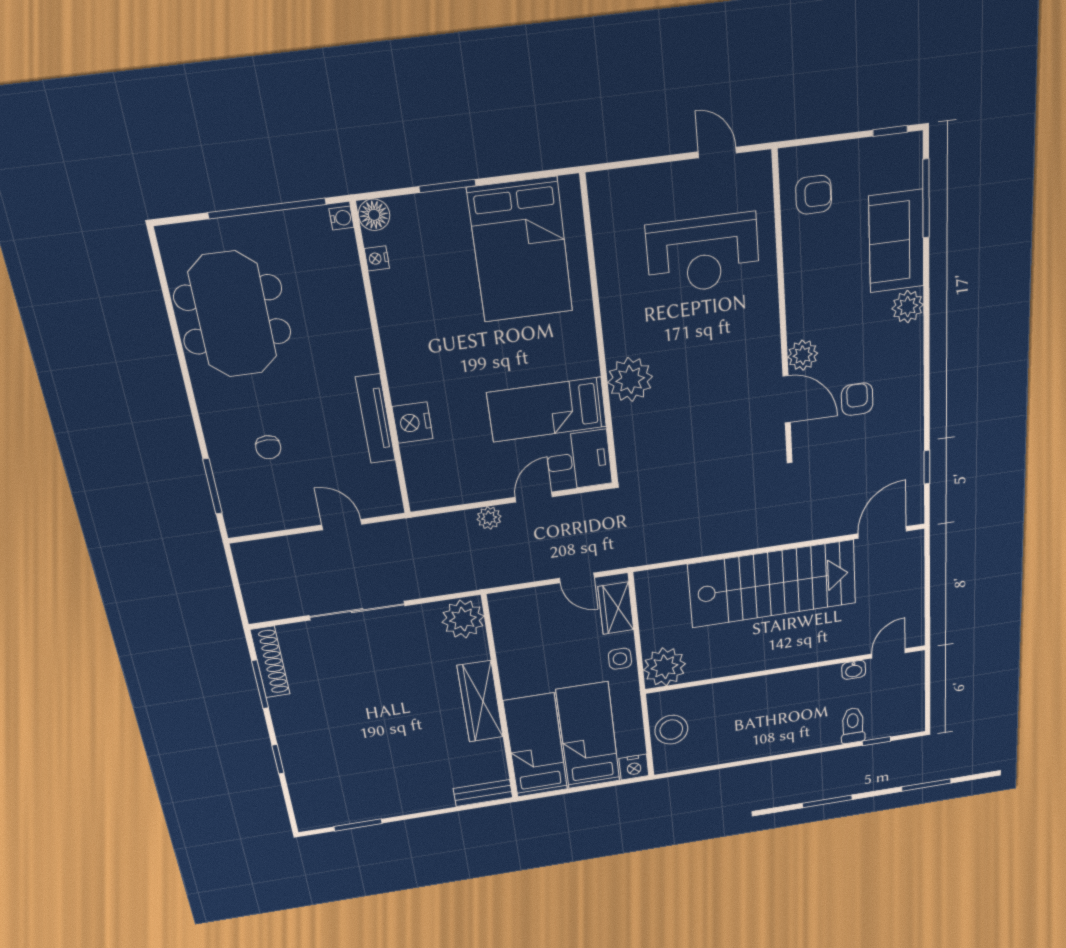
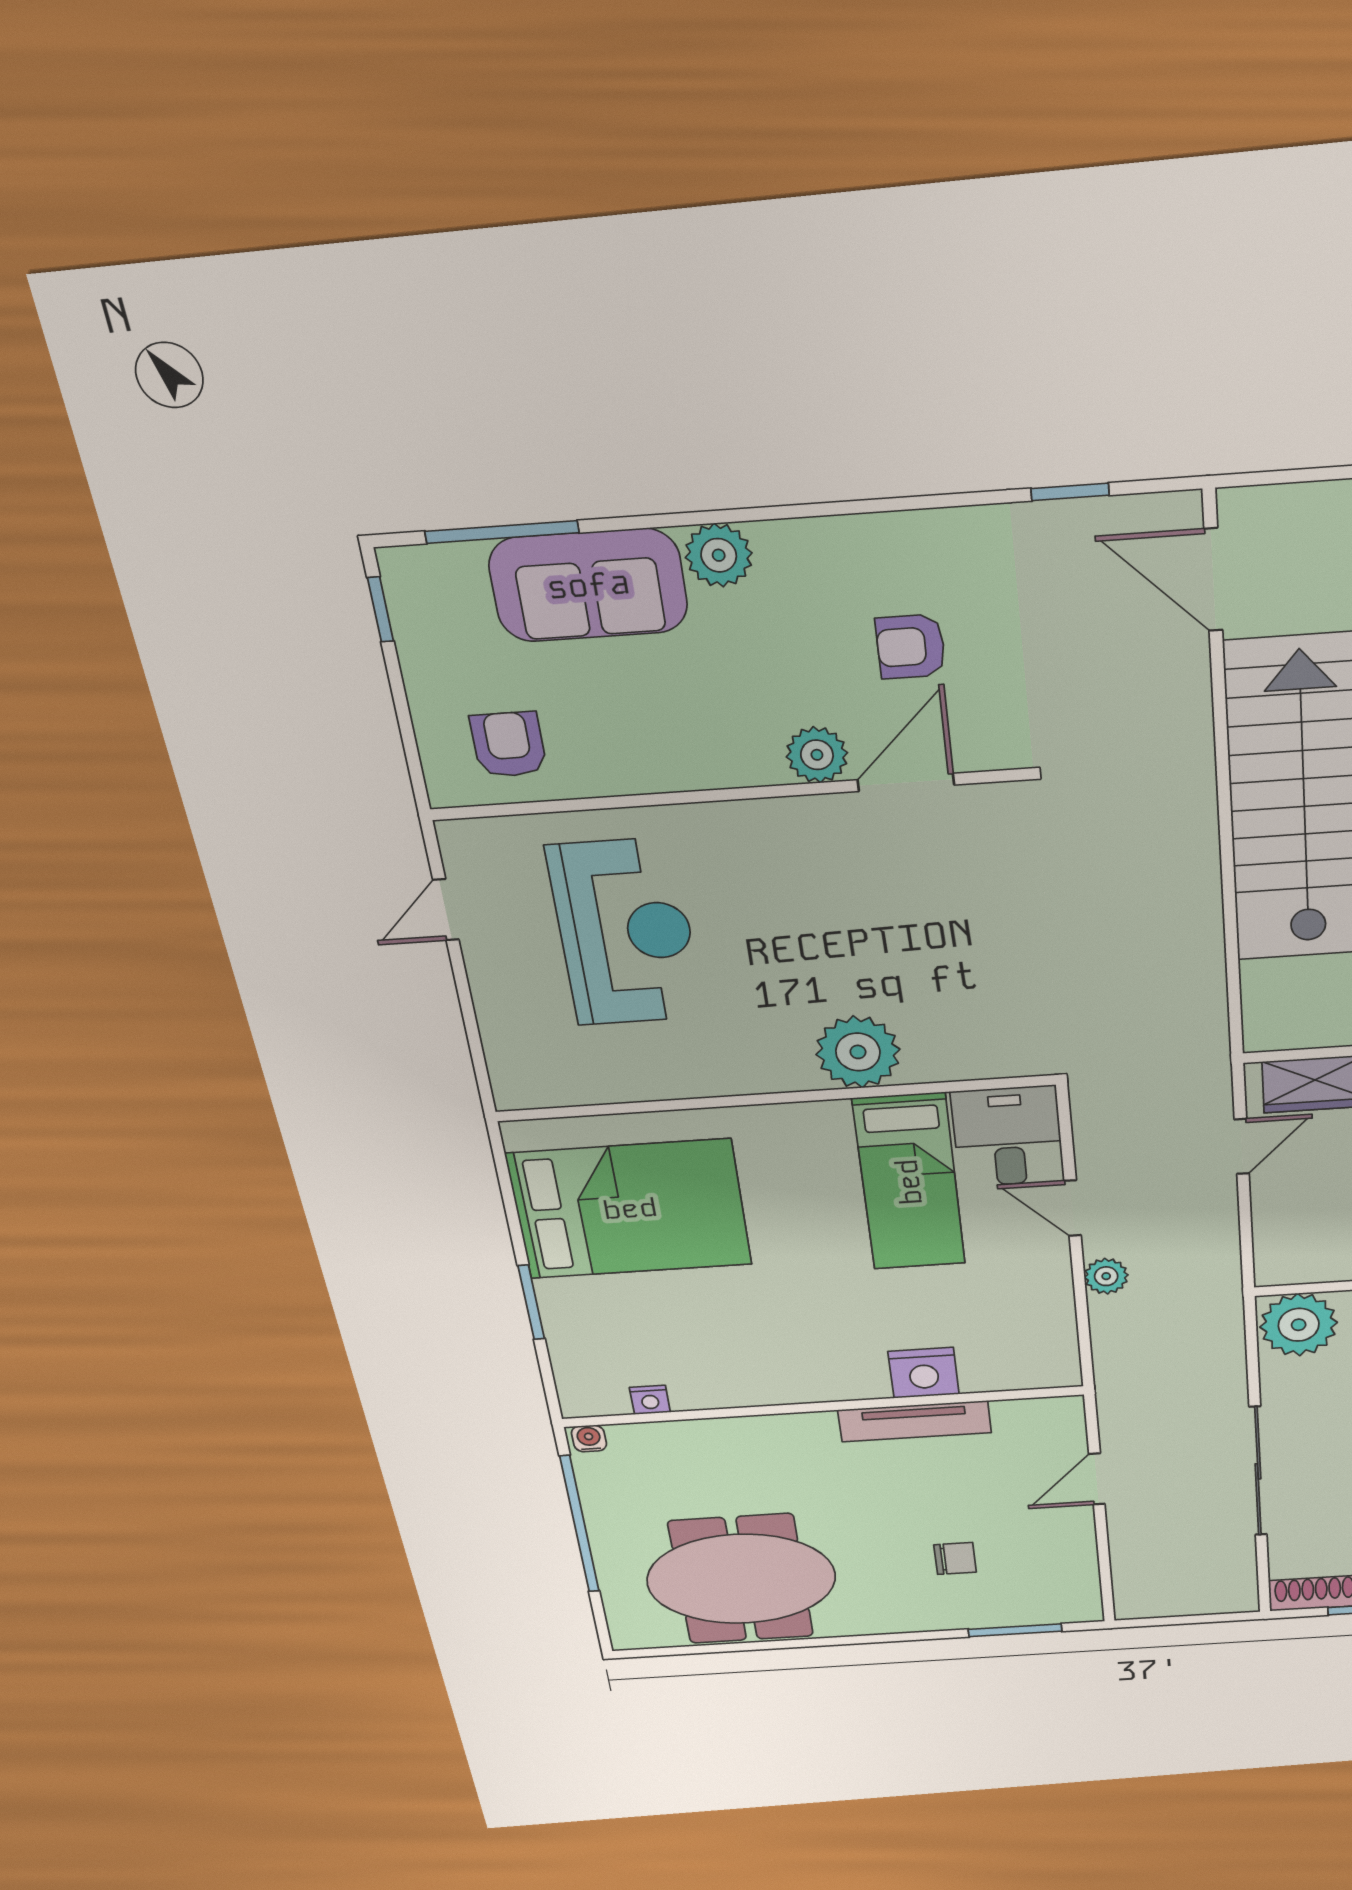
floor lamp: (374, 215) -> (582, 1398), removed

